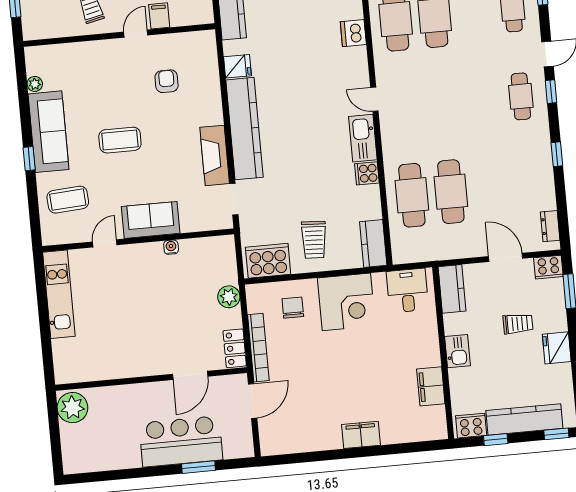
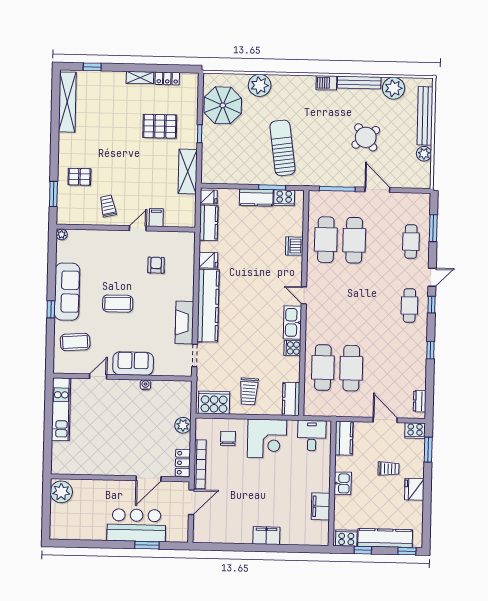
plant: (35, 84) -> (62, 234), moved

